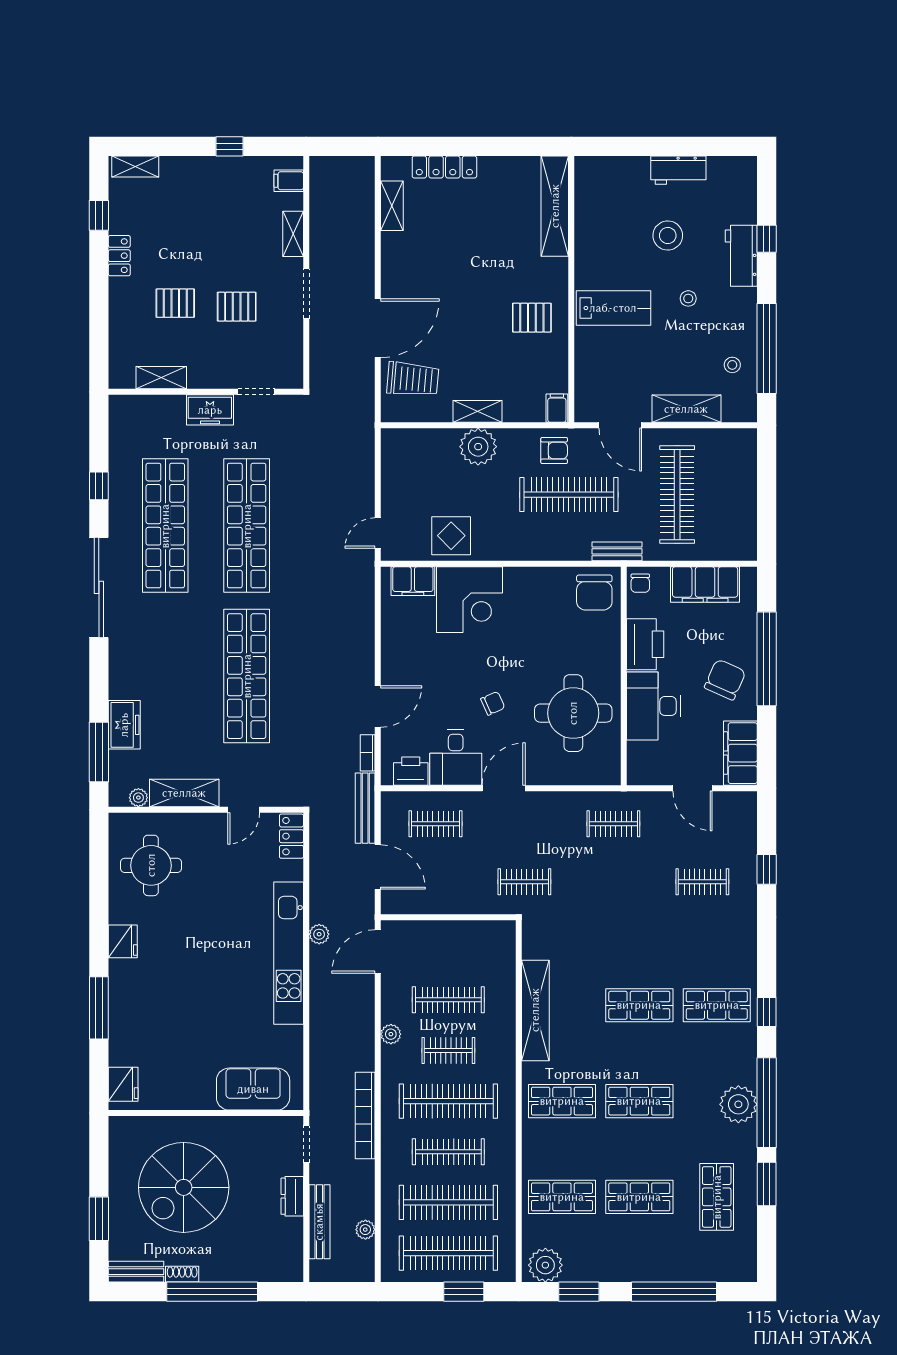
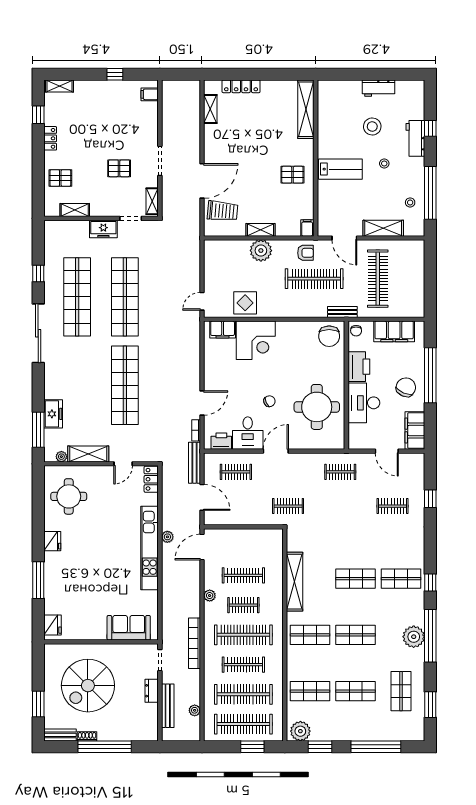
shelving: (293, 234) -> (152, 201), moved
pallet: (175, 303) -> (60, 178), moved
window: (767, 1184) -> (430, 705), moved

